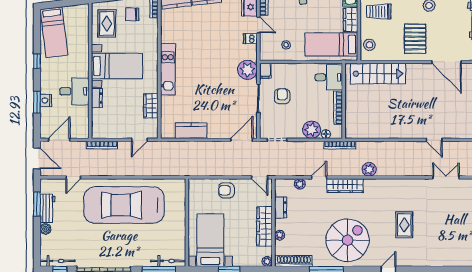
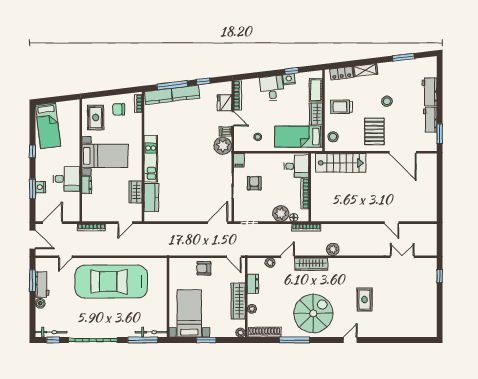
plant: (247, 70) -> (223, 146), moved
kitchen counter: (191, 131) -> (151, 197), moved, turned 90

